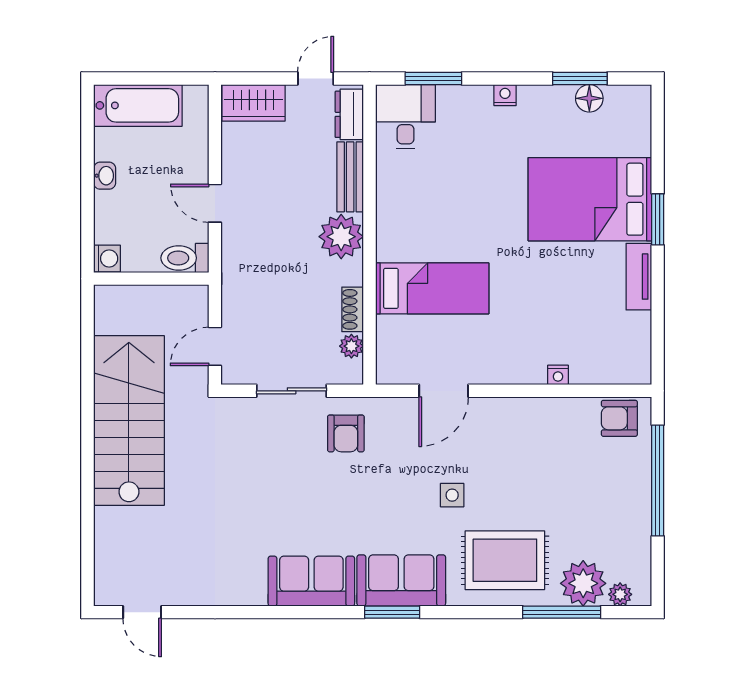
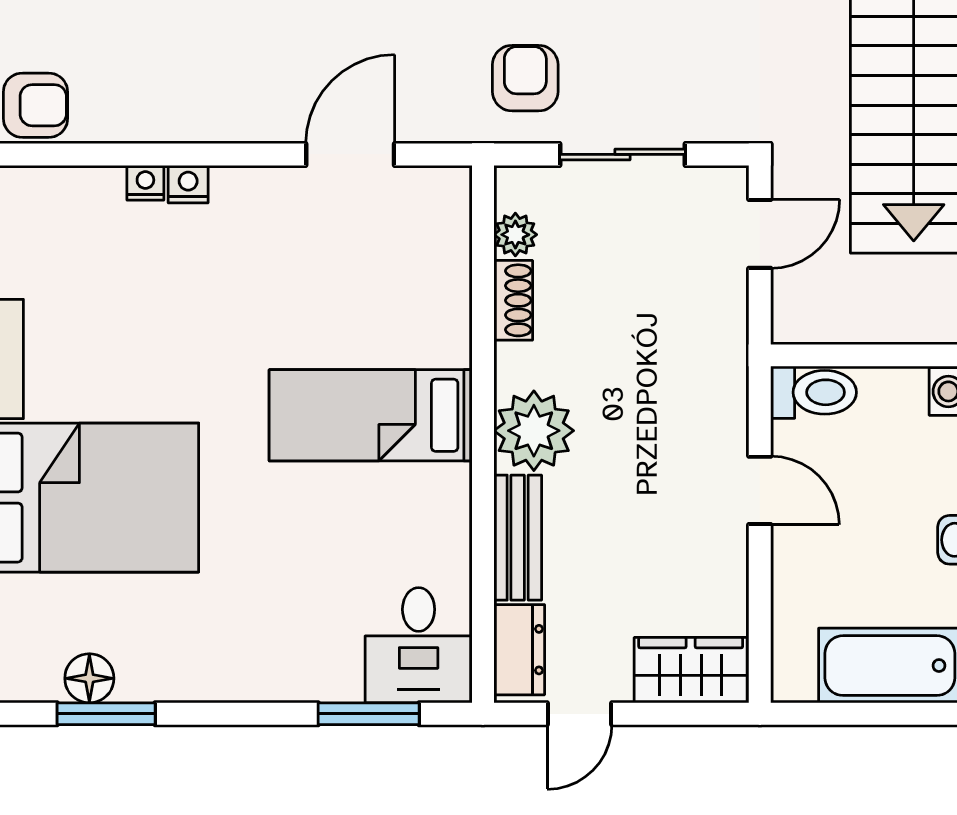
nightstand: (505, 95) -> (188, 184), moved, turned 180
bed: (432, 288) -> (371, 415), moved

